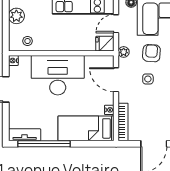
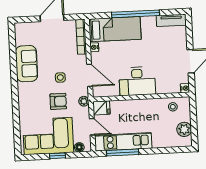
door: (116, 24) -> (92, 127), hinge flipped
armchair: (151, 53) -> (58, 101), turned -94
desk: (58, 75) -> (137, 81), width x0.73, depth x0.77
window: (44, 144) -> (136, 14), moved

